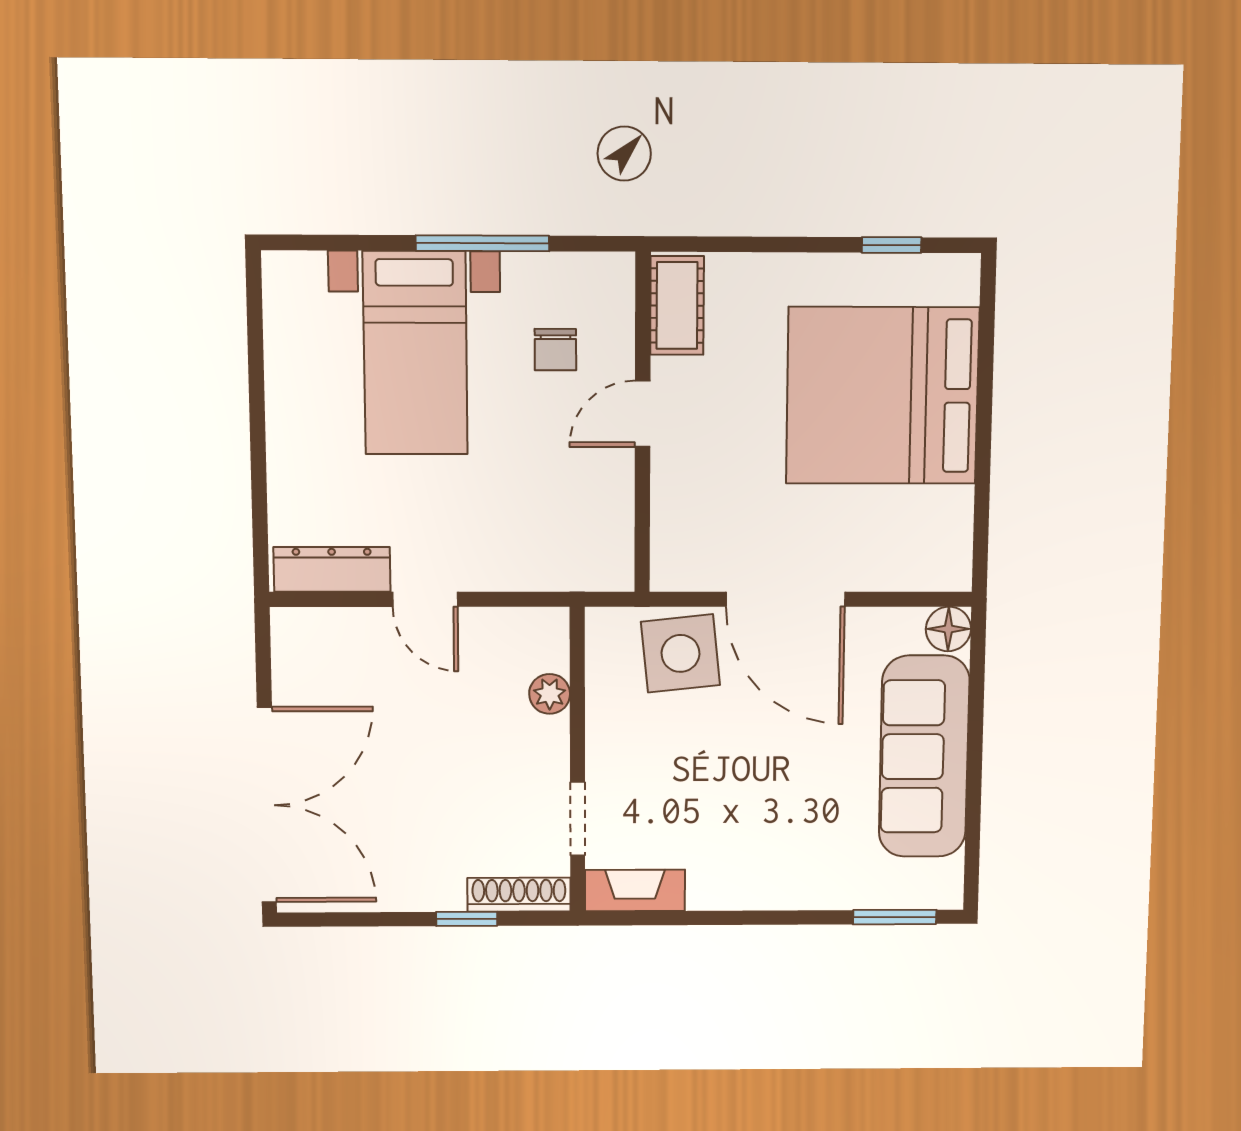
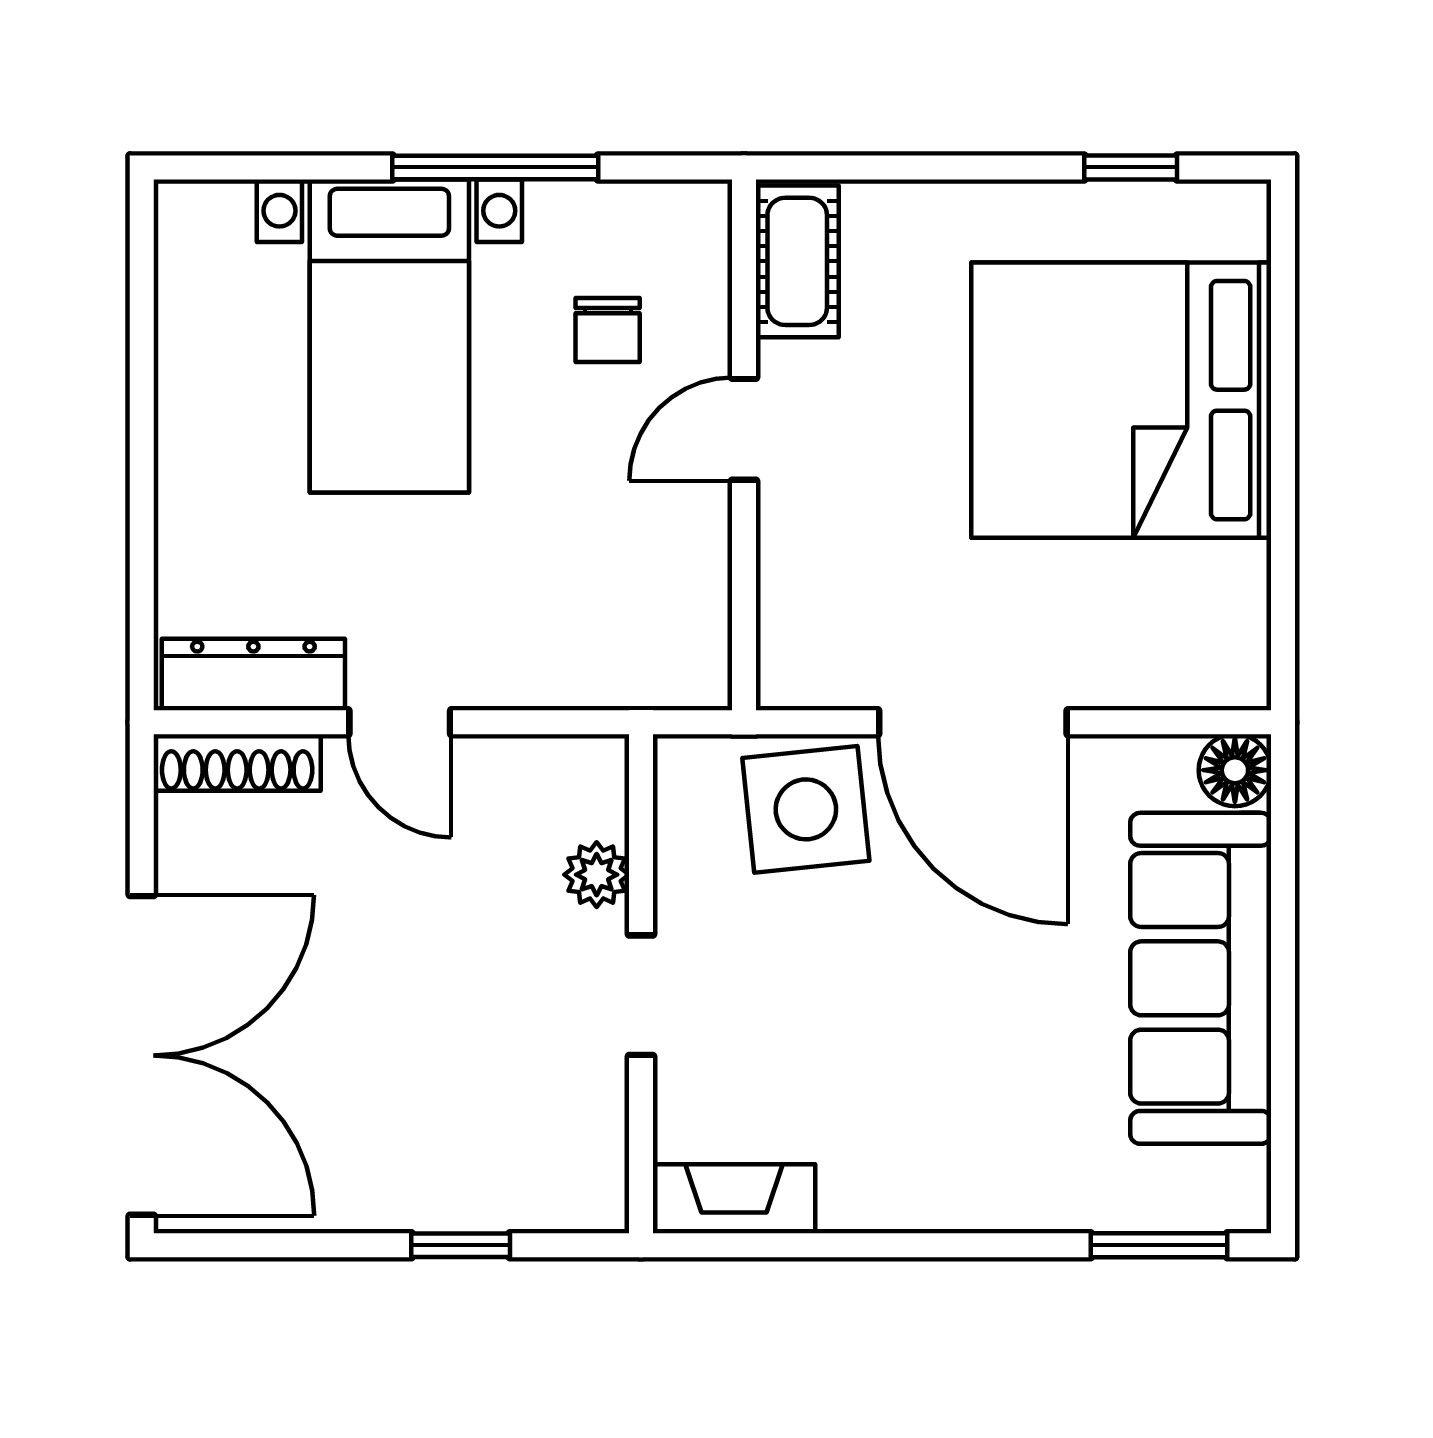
doorway: (578, 819) -> (641, 995), moved
shoe rack: (519, 895) -> (237, 762), moved, turned 180

